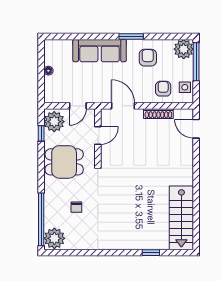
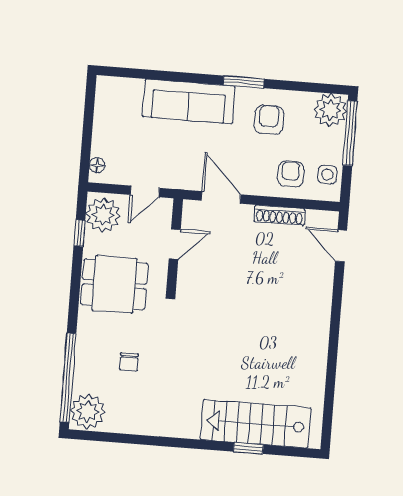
floor lamp: (48, 71) -> (97, 165), moved
stairs: (181, 218) -> (256, 424), moved, turned 90

